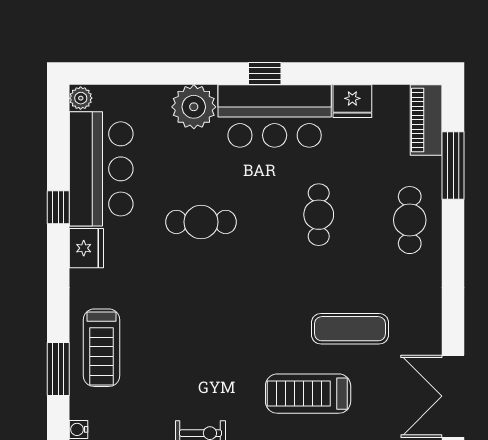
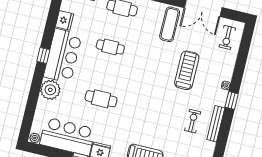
cafe table: (201, 222) -> (101, 99), turned 90
exercise mat: (350, 329) -> (170, 24), moved
treadmill: (308, 394) -> (187, 70), turned 180

